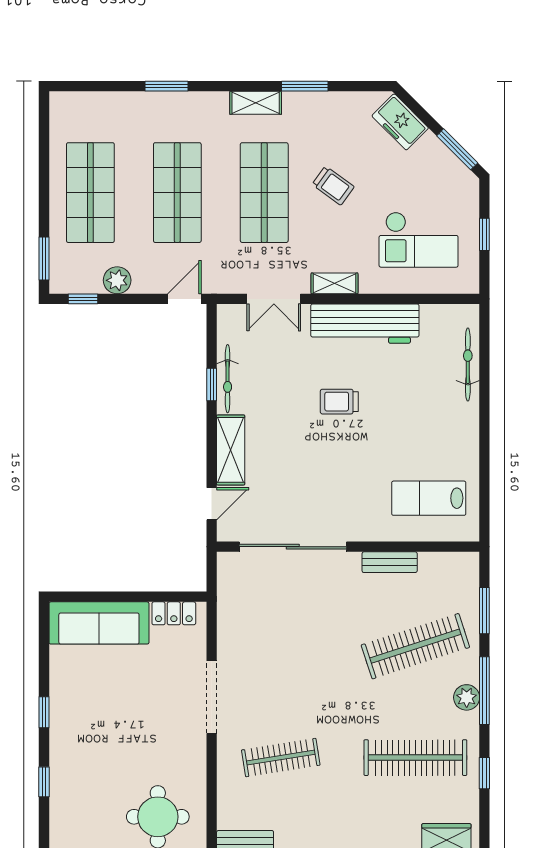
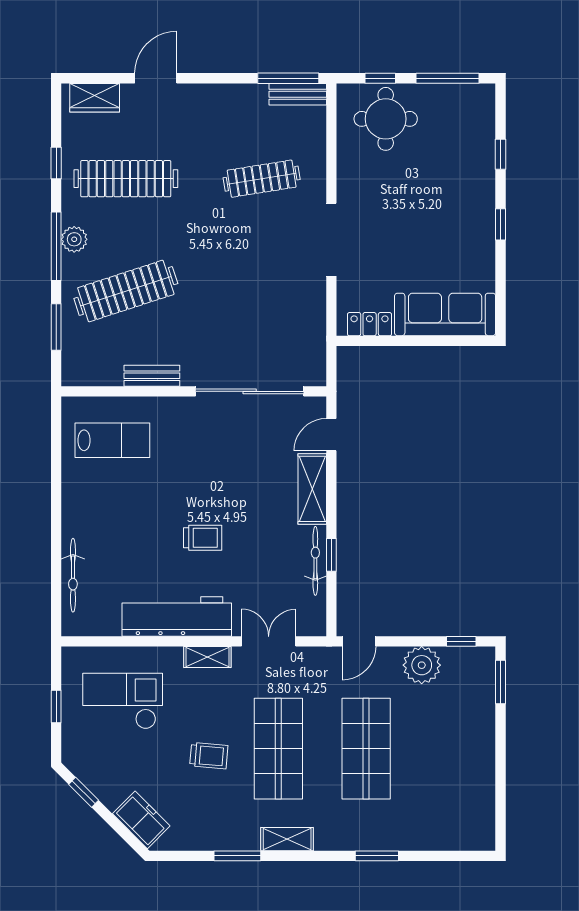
window: (457, 149) -> (84, 792), width x0.67
trolley: (333, 186) -> (209, 756), turned 149
shop shelf: (90, 193) -> (454, 749), removed
plant: (117, 280) -> (422, 665), width x1.36, depth x1.36

